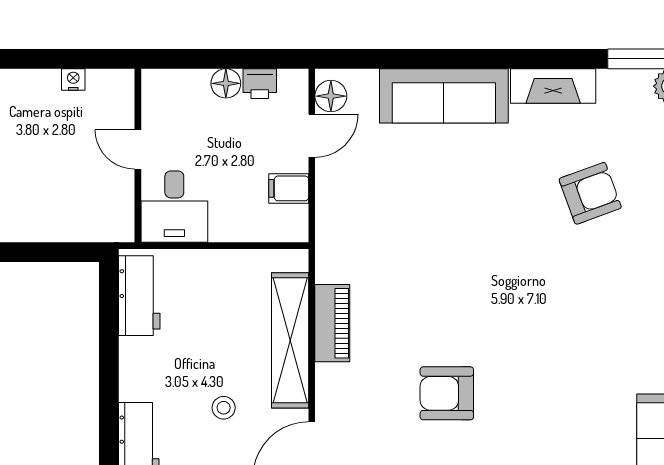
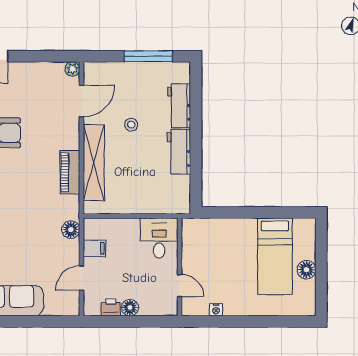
floor lamp: (331, 96) -> (71, 230), moved
door: (138, 149) -> (180, 285), moved
workbench: (139, 296) -> (179, 152), moved

